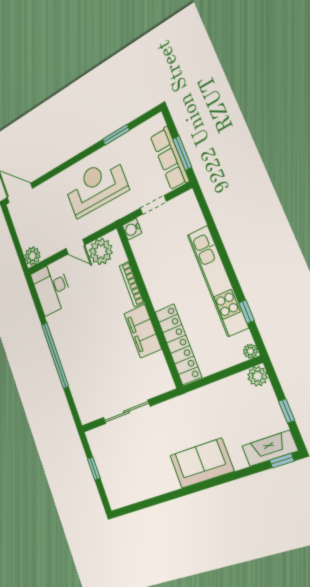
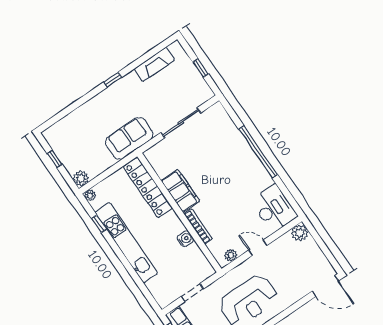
water cooler: (132, 229) -> (185, 239), moved
plant: (101, 251) -> (231, 255), width x0.53, depth x0.53
fireplace: (270, 448) -> (154, 64), moved
window: (282, 461) -> (113, 80), moved
sofa: (202, 463) -> (129, 138), moved, turned 180

